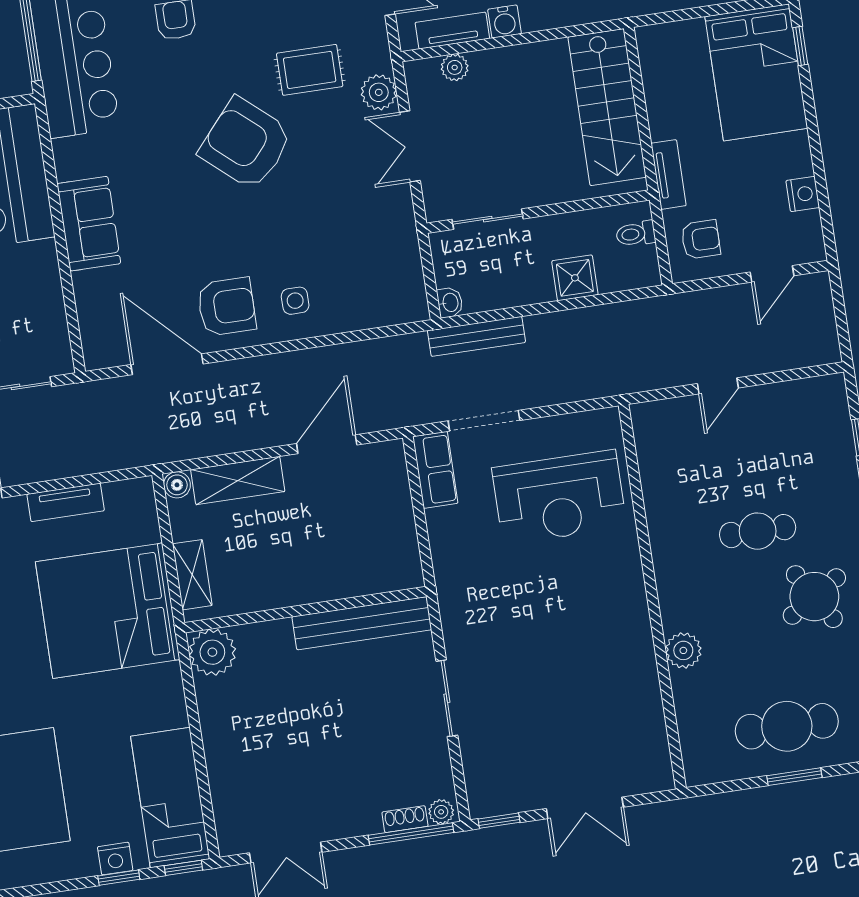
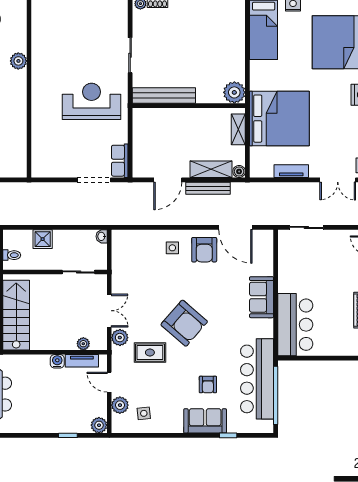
armchair: (227, 307) -> (204, 250), turned -90
bench: (476, 336) -> (208, 188), moved
reception desk: (559, 497) -> (92, 101), moved

